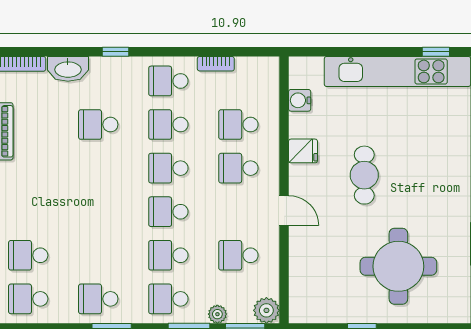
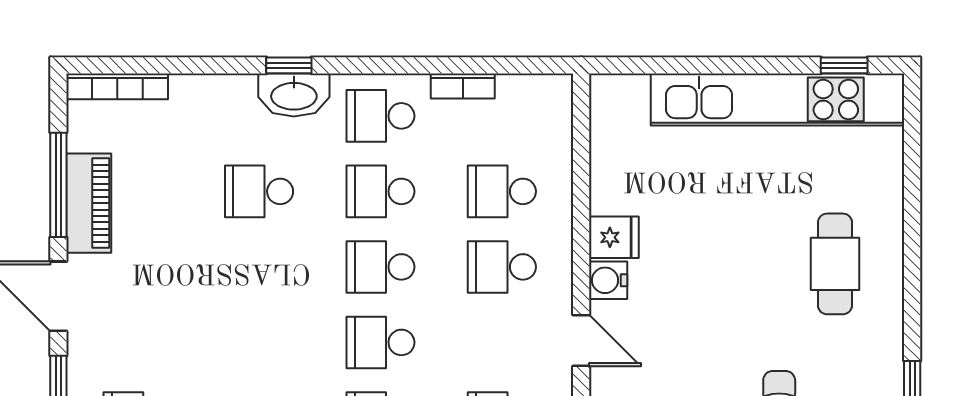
washbasin: (68, 69) -> (294, 95), moved
water cooler: (300, 100) -> (608, 280), moved
cafe table: (364, 175) -> (835, 264), moved

